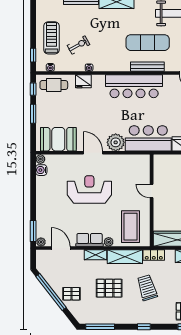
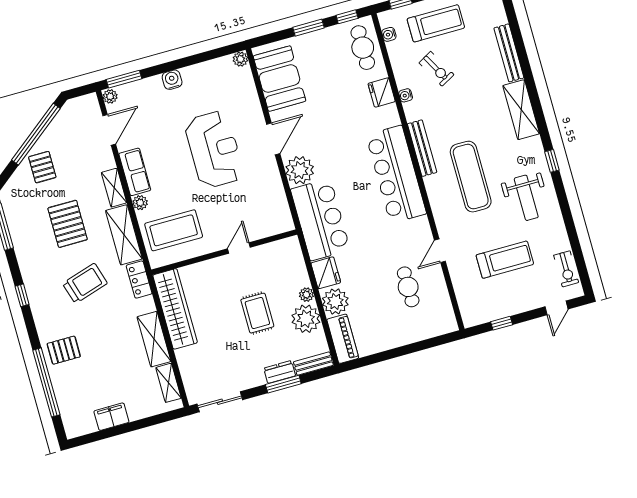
bench: (147, 67) -> (422, 148), moved
water cooler: (41, 170) -> (172, 80), moved

